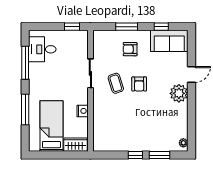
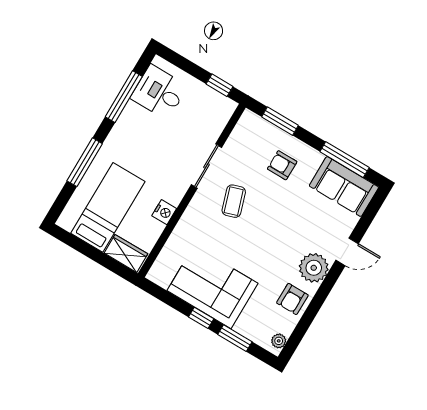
window: (127, 27) -> (280, 121), moved
window: (161, 27) -> (345, 160), width x2.17
armchair: (139, 84) -> (292, 299), moved
corner sofa: (132, 135) -> (213, 287), added

